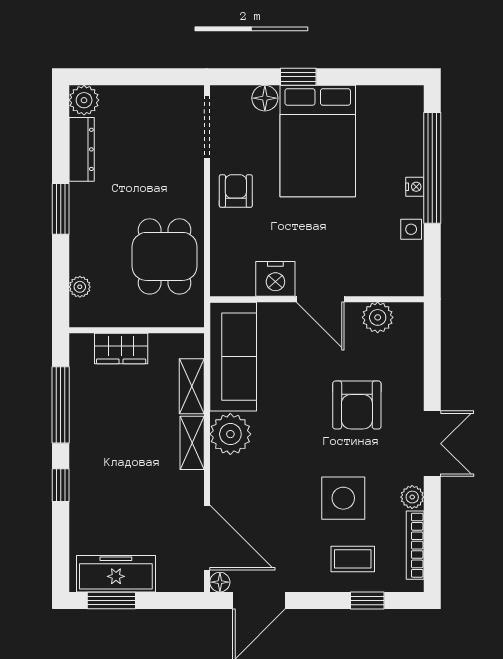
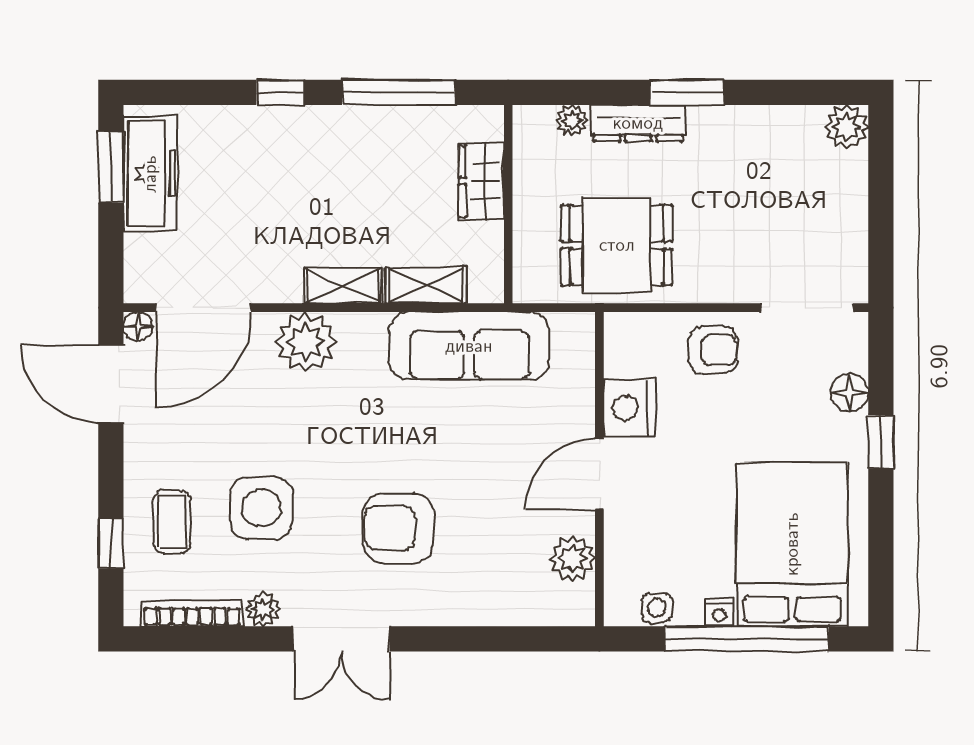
bed: (318, 141) -> (792, 544), moved, turned 90
dresser: (82, 149) -> (638, 123), moved
nightstand: (275, 279) -> (629, 408), moved
wall: (317, 299) -> (599, 469), moved
door: (320, 299) -> (599, 474), moved
plant: (378, 317) -> (573, 559), moved
plant: (230, 434) -> (306, 342), moved

